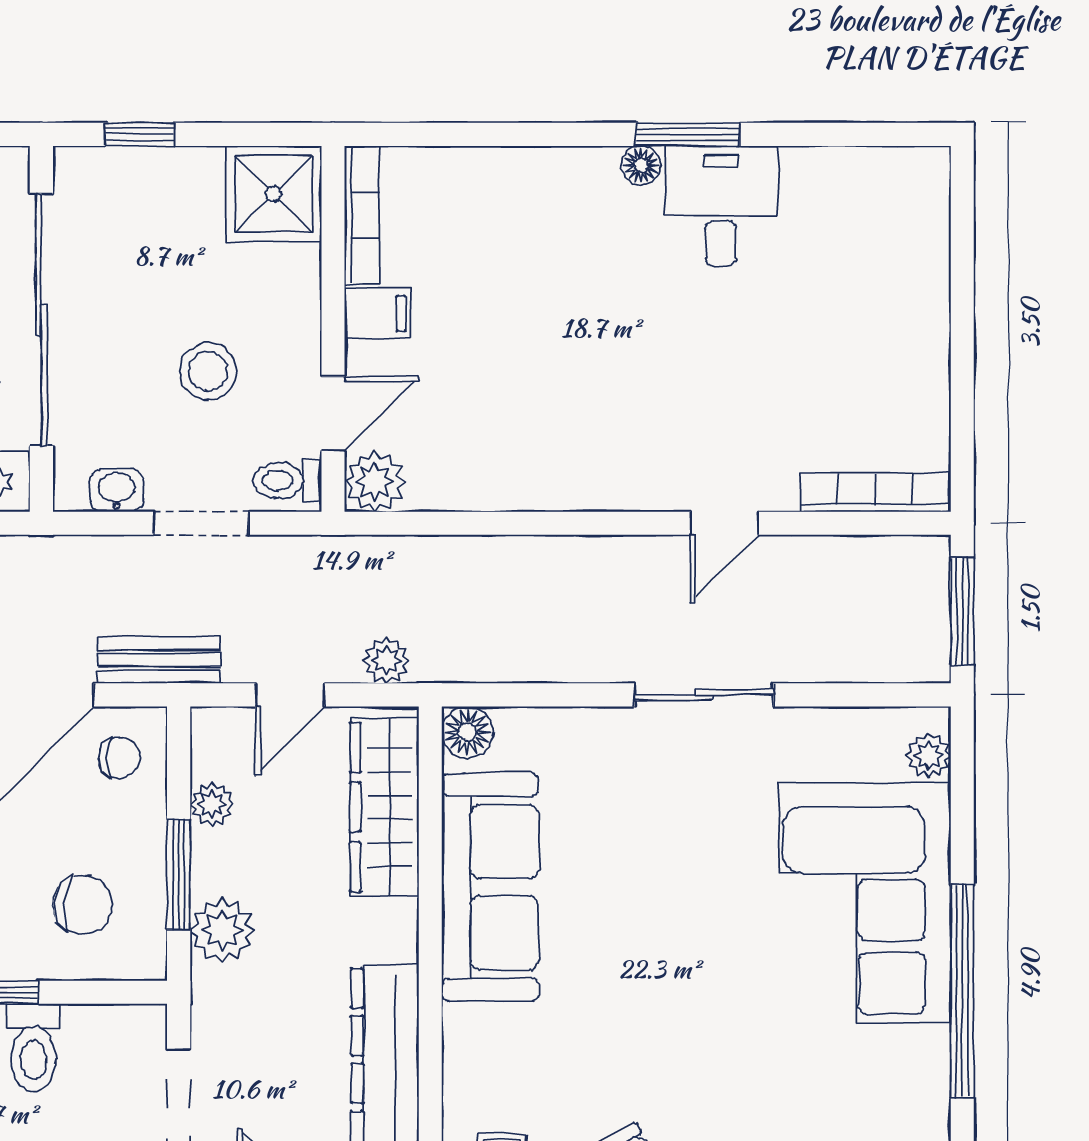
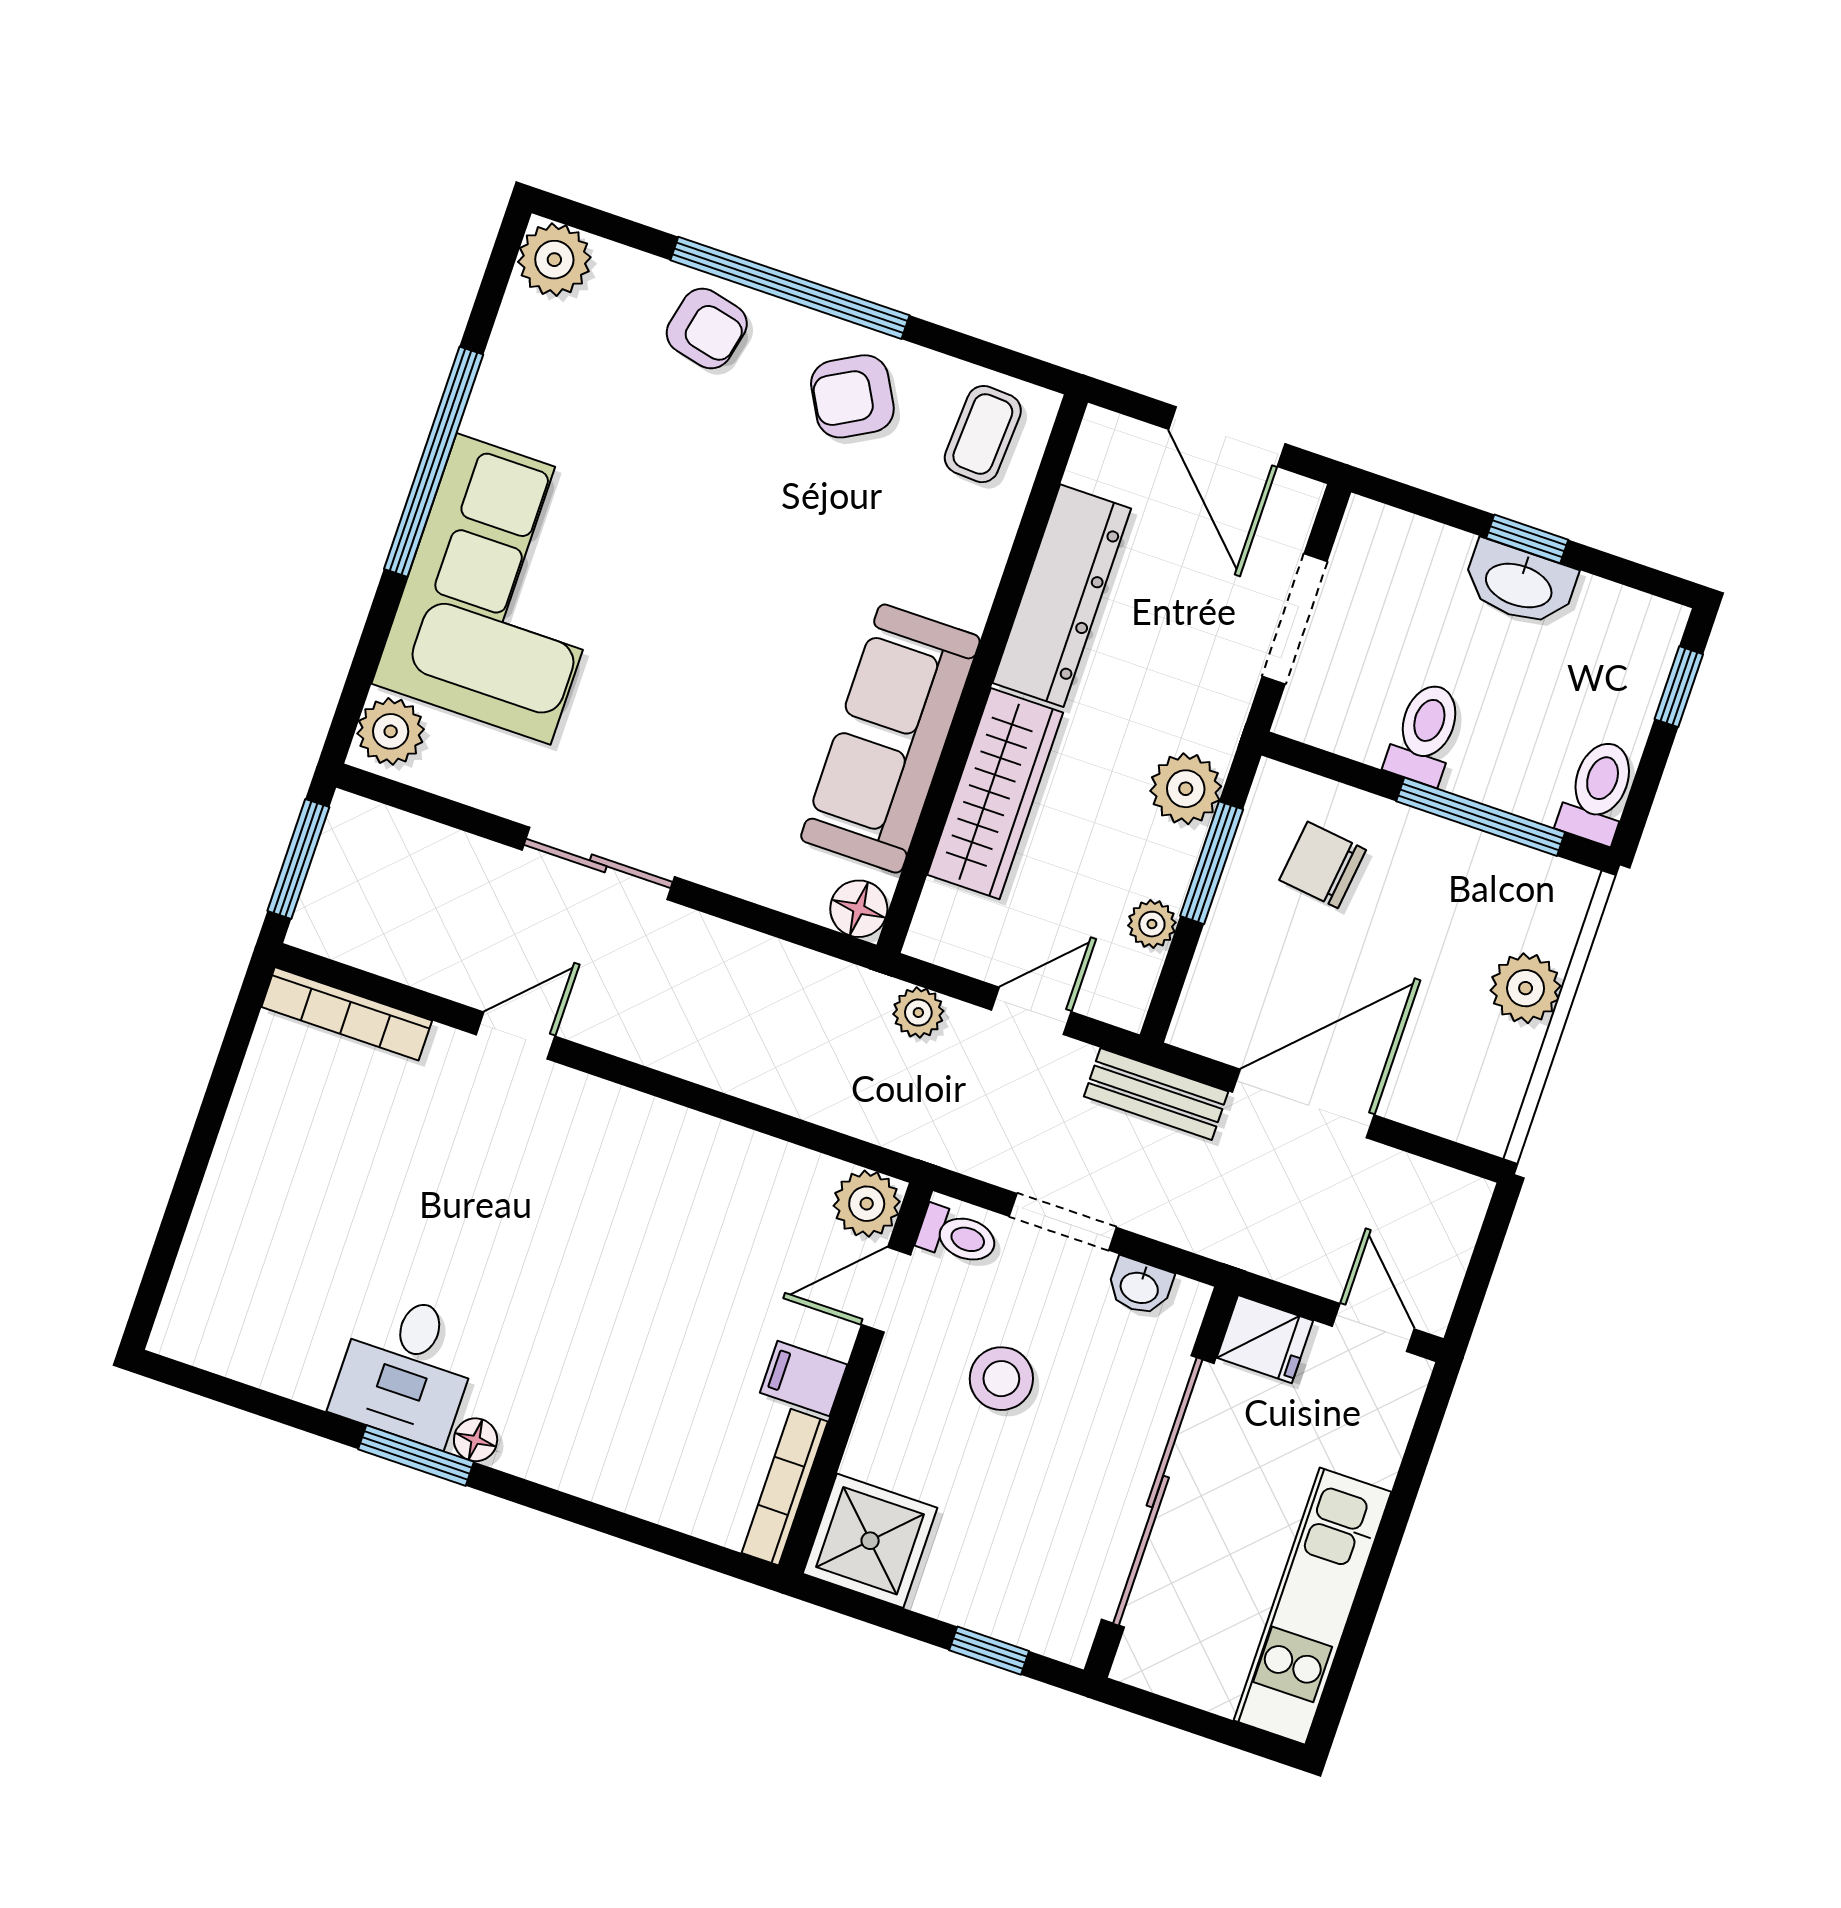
plant: (929, 756) -> (391, 731), width x1.38, depth x1.38
chair: (119, 758) -> (1232, 1006), removed
wardrobe: (384, 807) -> (995, 794), moved

